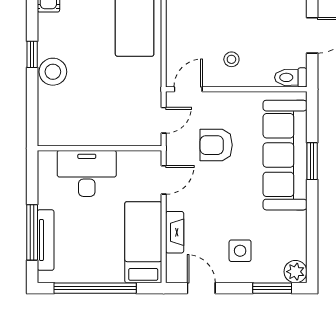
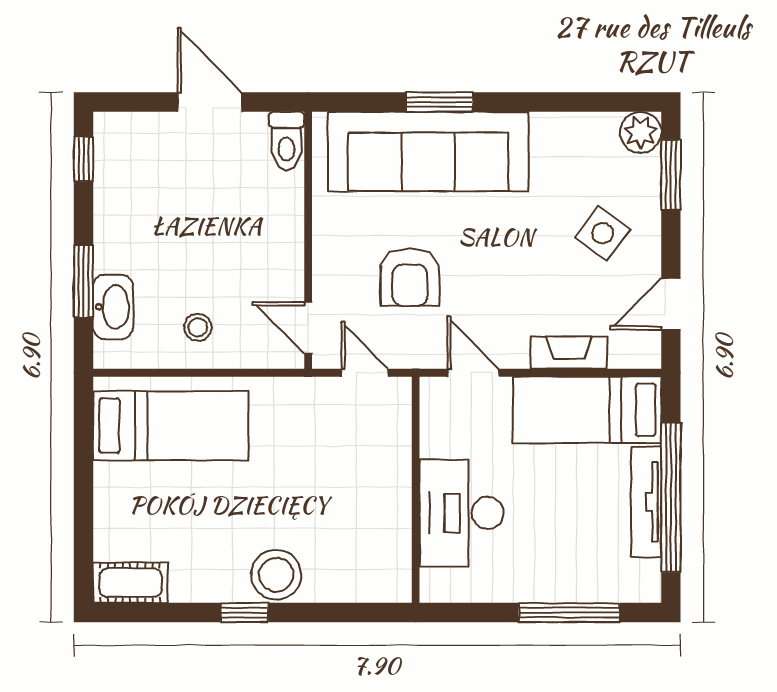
stool: (231, 59) -> (198, 327), moved
tv unit: (46, 240) -> (646, 502), moved, turned -90
side table: (240, 251) -> (603, 233), turned 37

